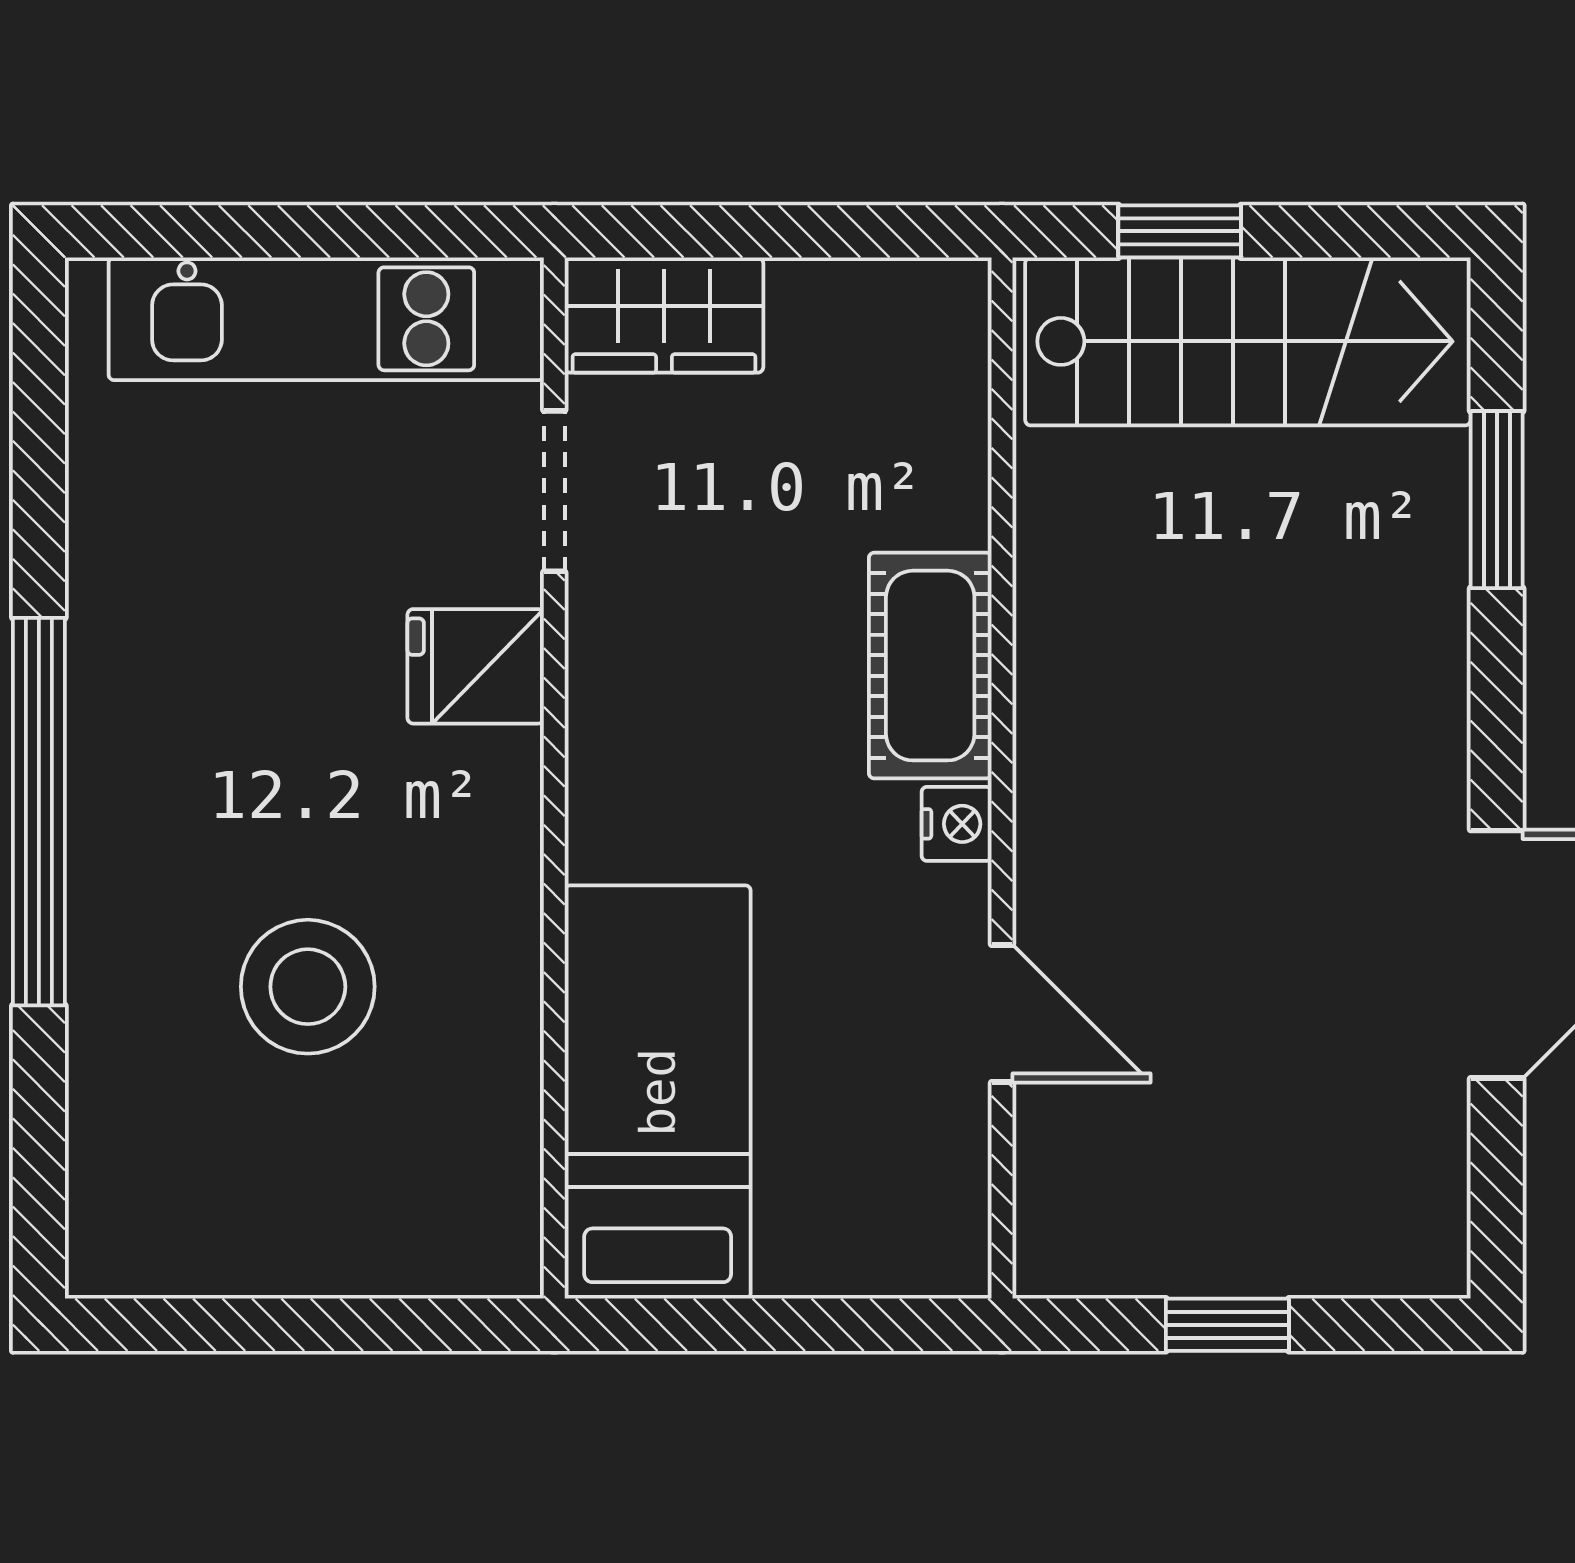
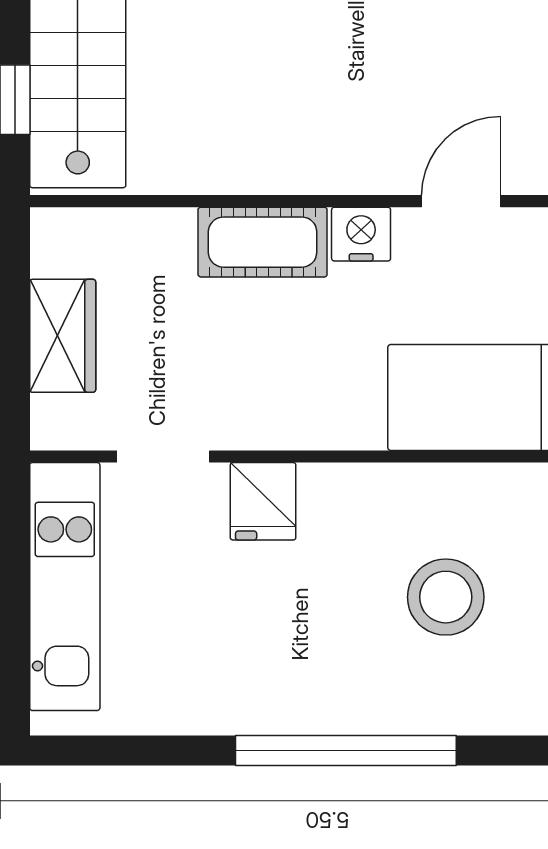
wardrobe: (664, 315) -> (63, 336), moved
nightstand: (957, 824) -> (361, 234), width x1.39, depth x1.35

